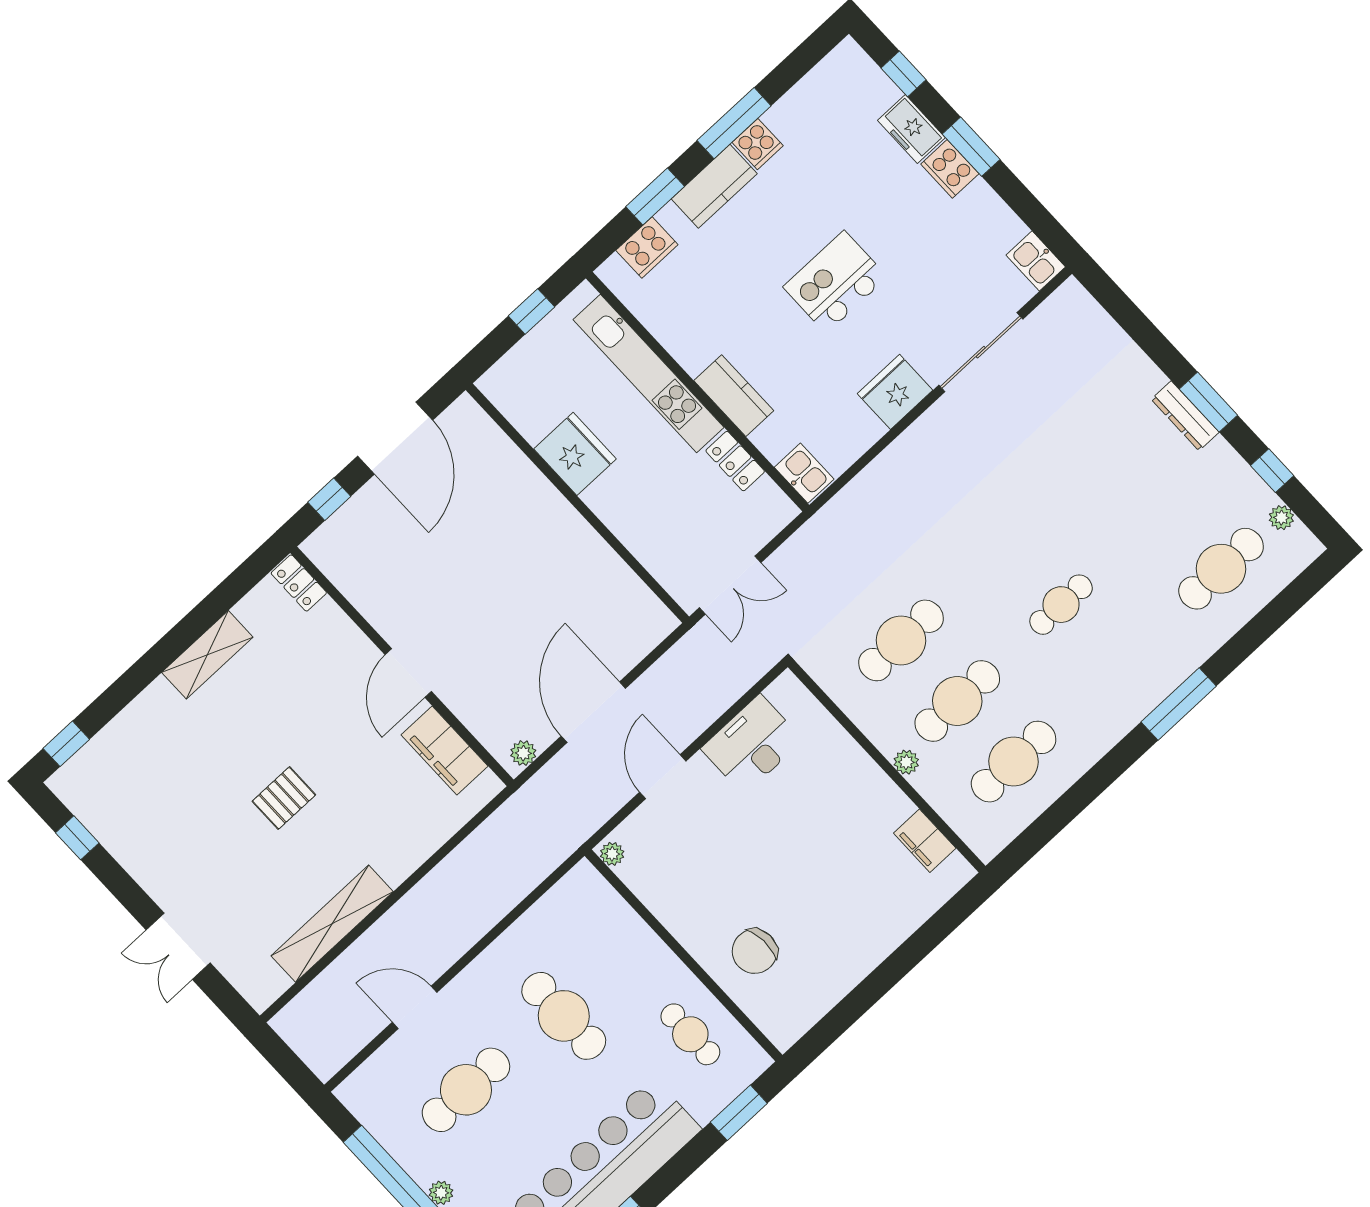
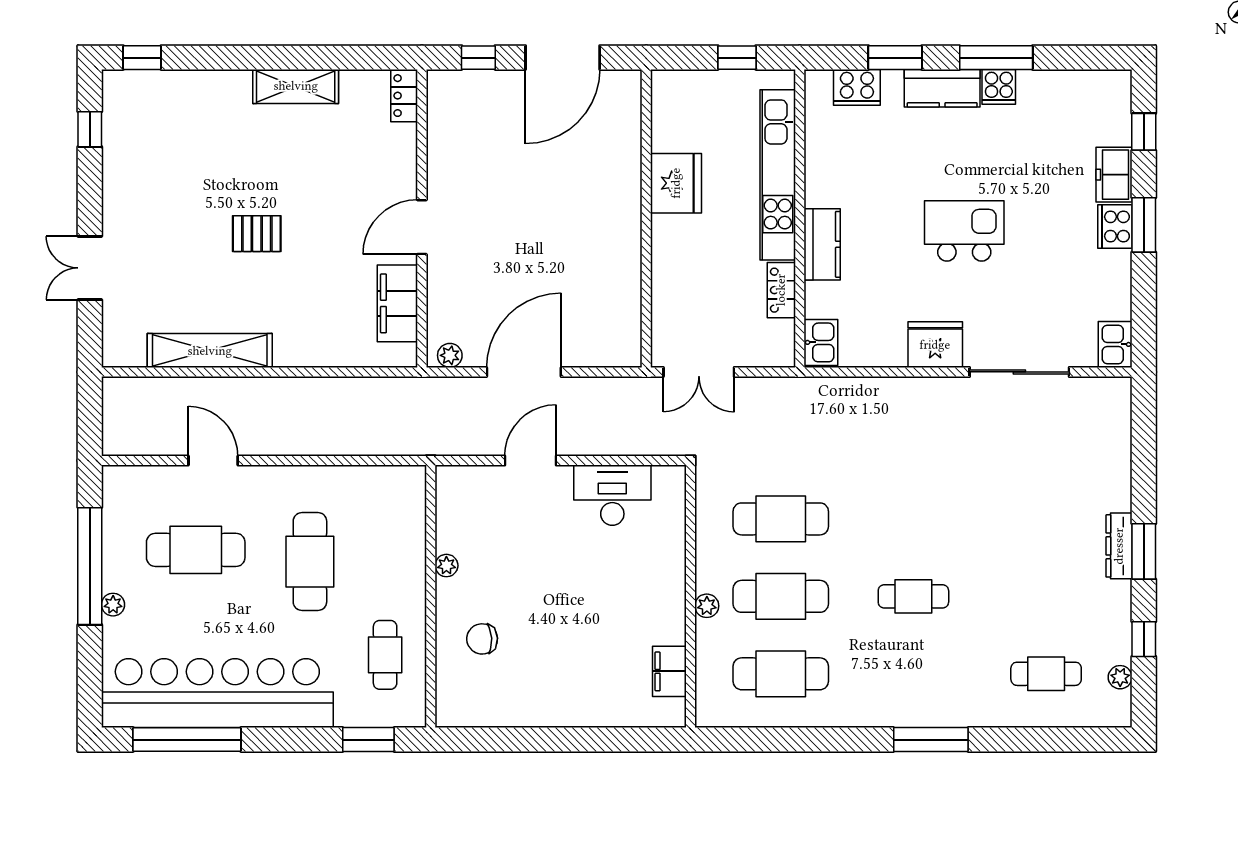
cafe table: (1221, 569) -> (1046, 674), width x0.73, depth x0.74
plant: (612, 854) -> (446, 566), moved
chair: (755, 951) -> (482, 639), width x0.73, depth x0.73

